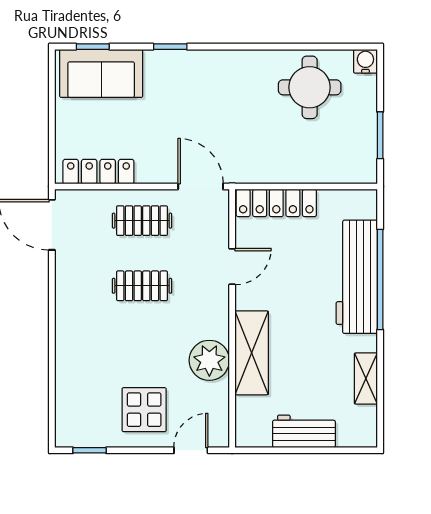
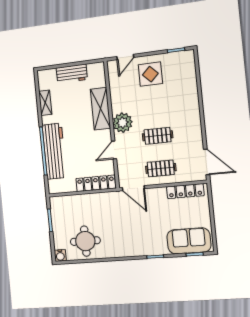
plant: (209, 360) -> (123, 123), moved

